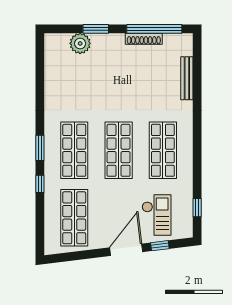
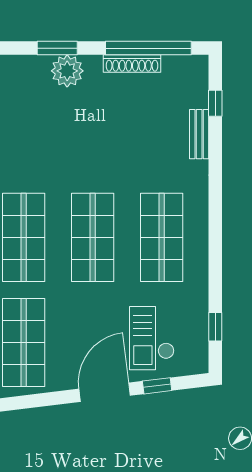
plant: (80, 43) -> (67, 71), moved
window: (197, 64) -> (215, 103), added
bench: (187, 78) -> (199, 134), width x0.73
checkout: (156, 215) -> (152, 338), turned 180

